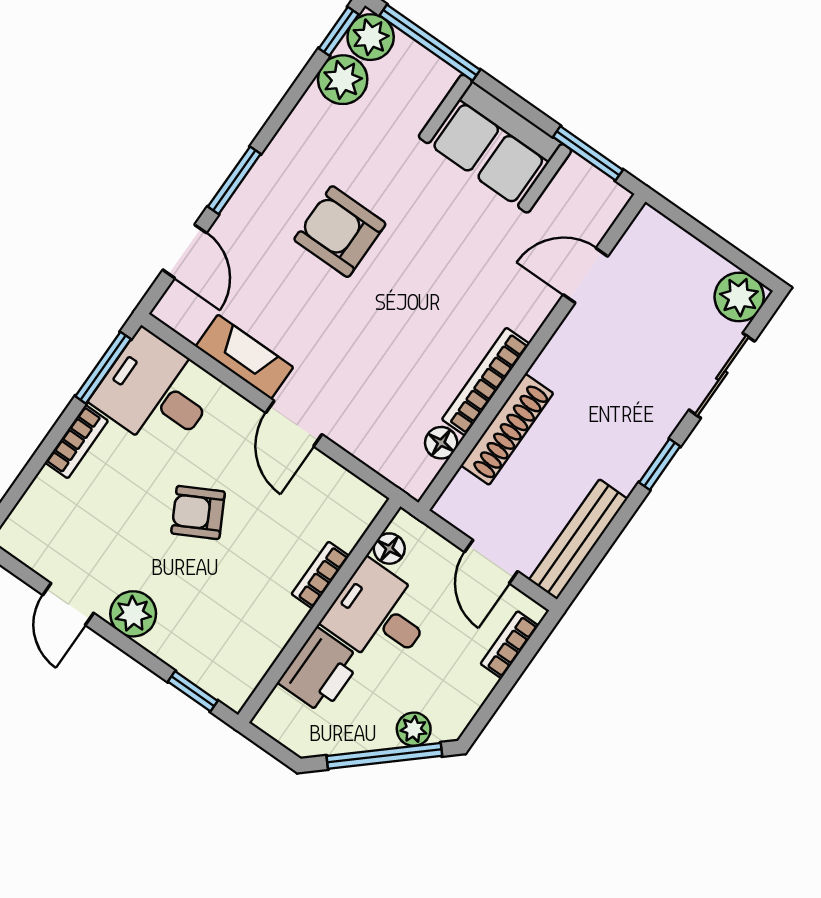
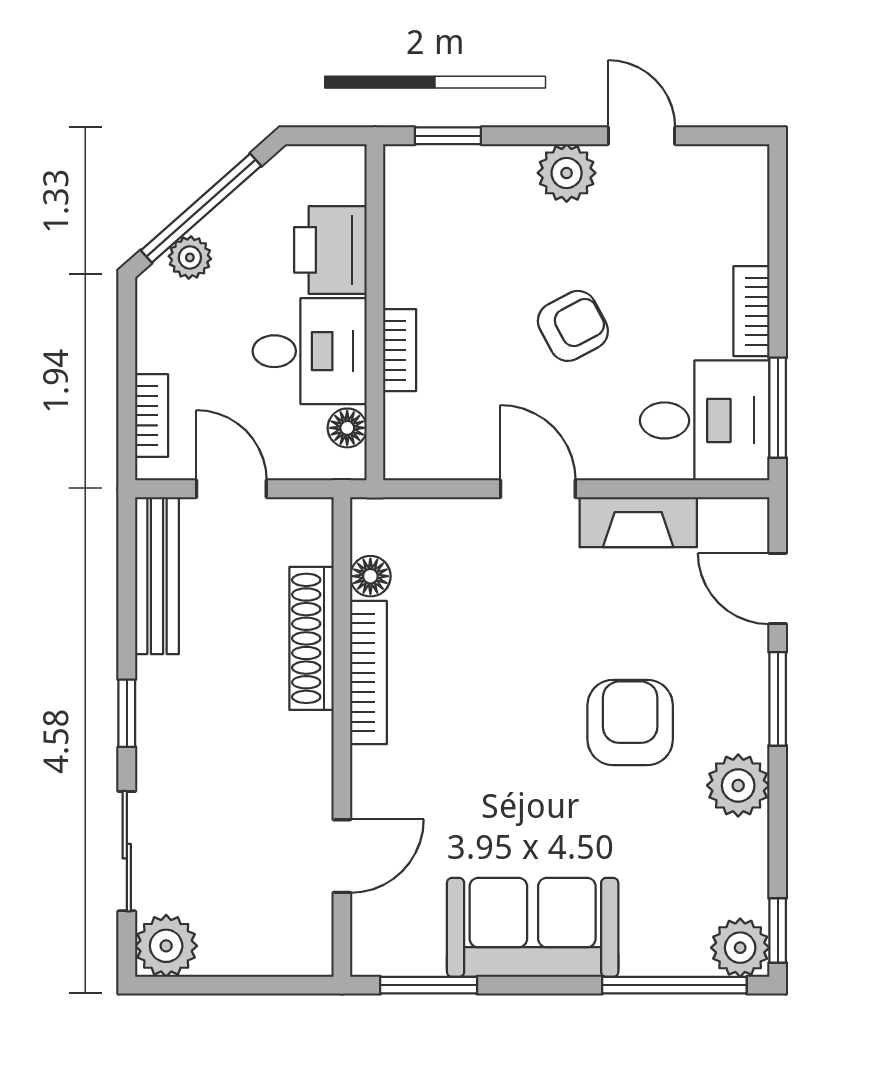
plant: (343, 80) -> (738, 785), moved
armchair: (340, 232) -> (630, 722), turned -90

